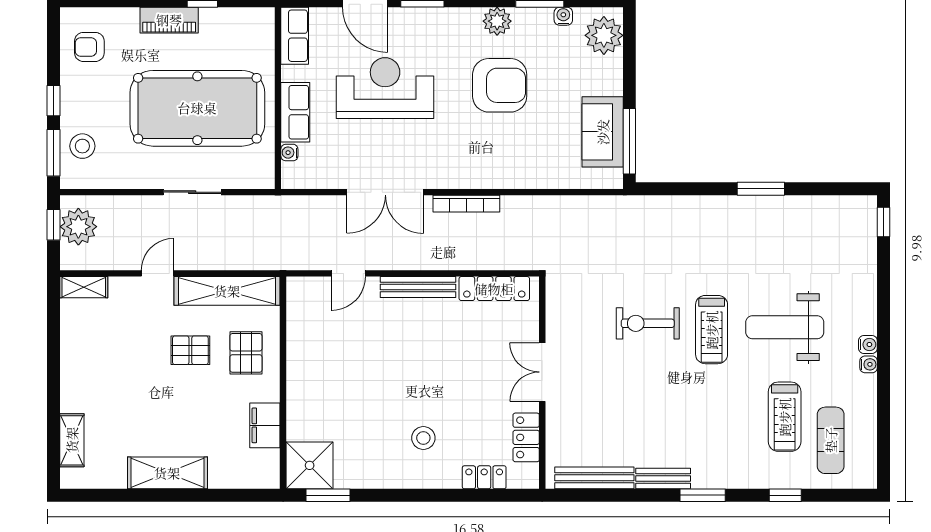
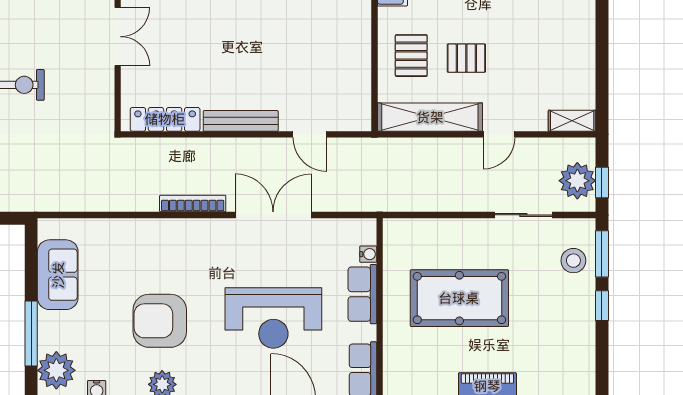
armchair: (89, 47) -> (567, 359), removed
pool table: (197, 108) -> (459, 298), width x0.73, depth x0.76
window: (629, 141) -> (31, 334), moved
sliding door: (192, 192) -> (523, 215), moved
door: (348, 273) -> (310, 134), swing flipped

